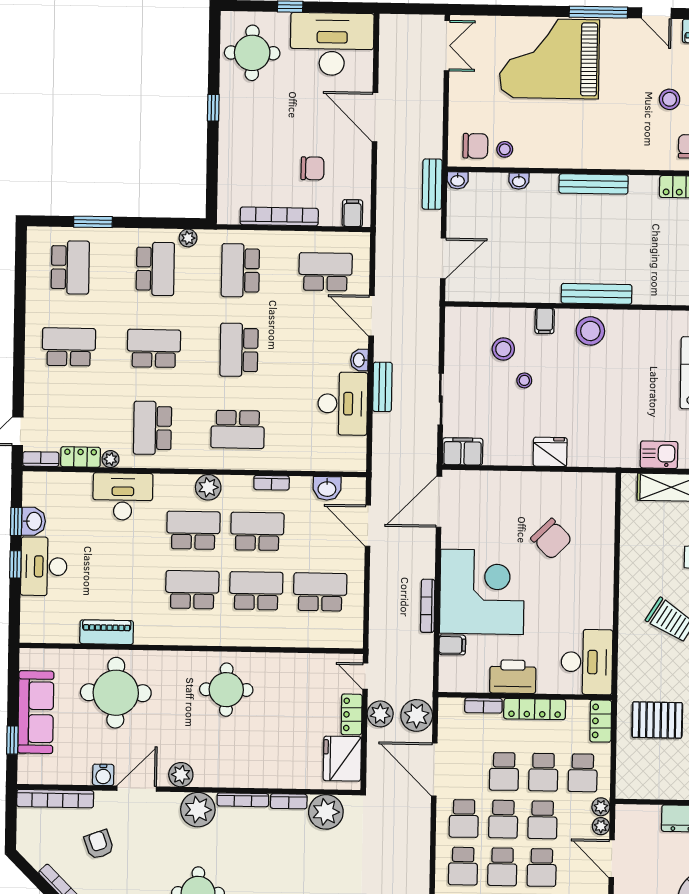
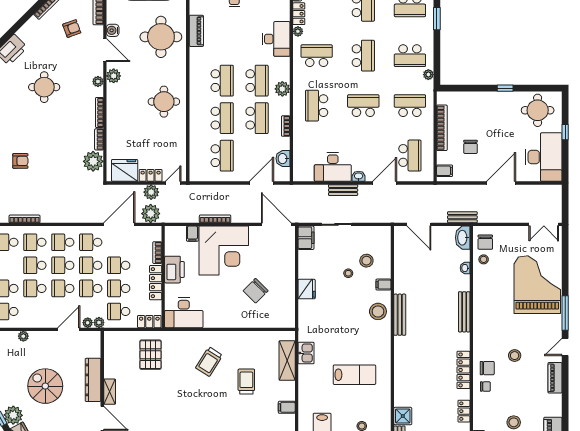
washbasin: (458, 180) -> (463, 238), width x1.91, depth x1.45
plant: (198, 810) -> (98, 81), width x0.53, depth x0.53

